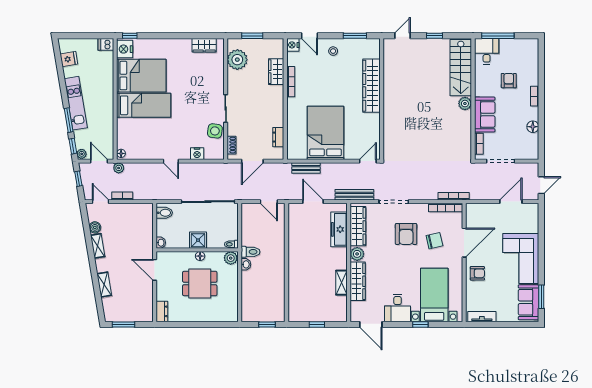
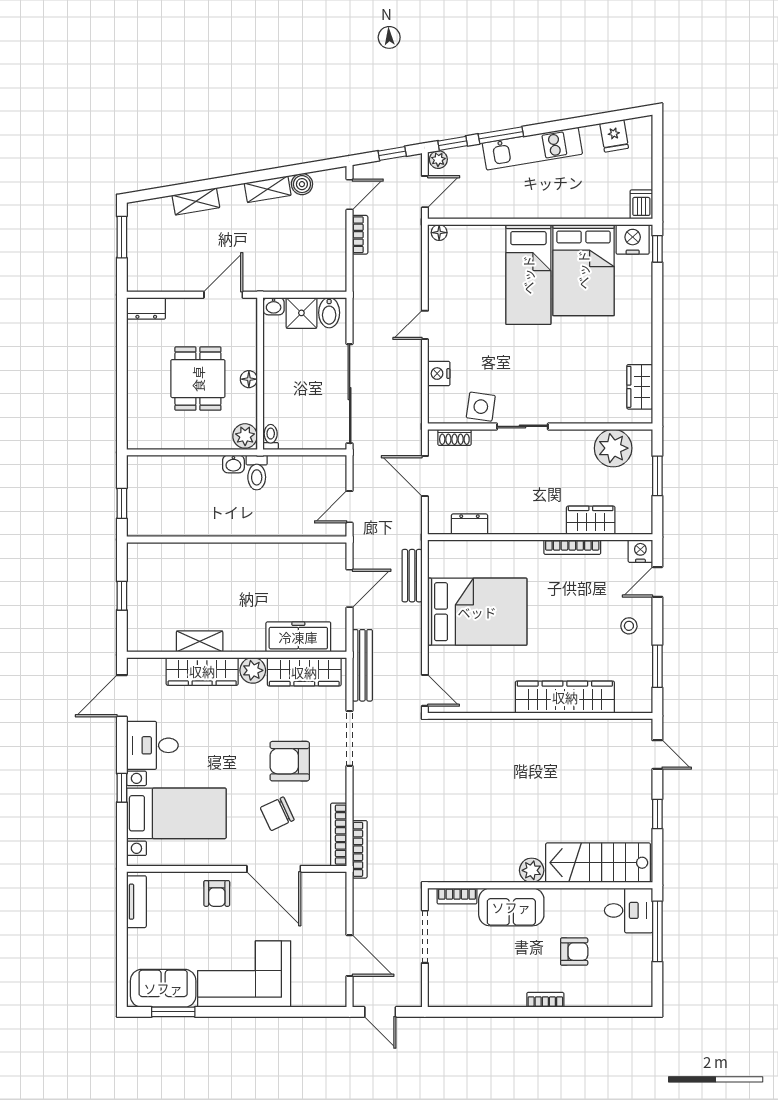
floor lamp: (533, 127) -> (489, 996), removed
plant: (119, 168) -> (412, 228), removed
shower: (198, 240) -> (301, 313), moved
chair: (434, 241) -> (277, 814), turned 78

